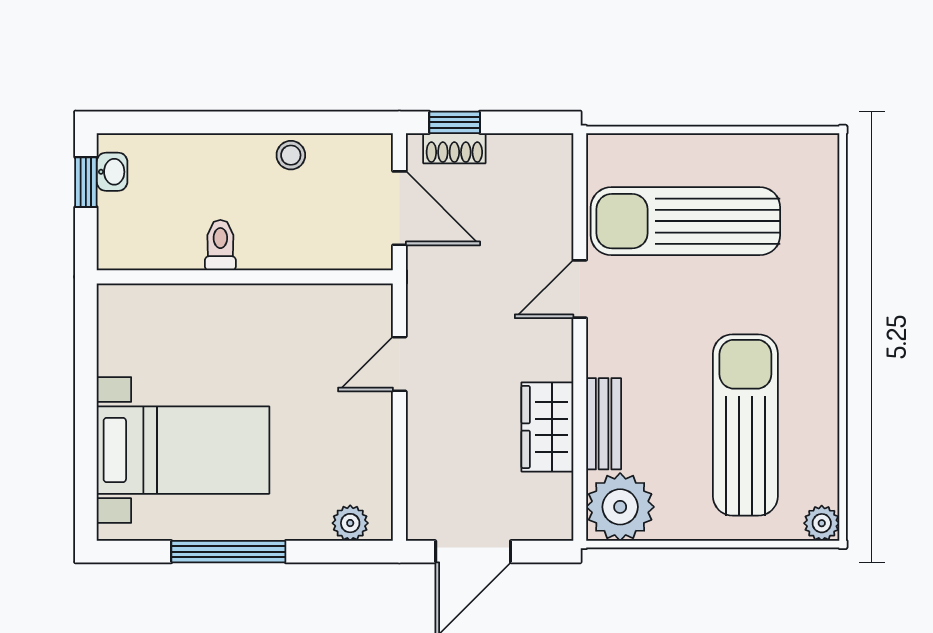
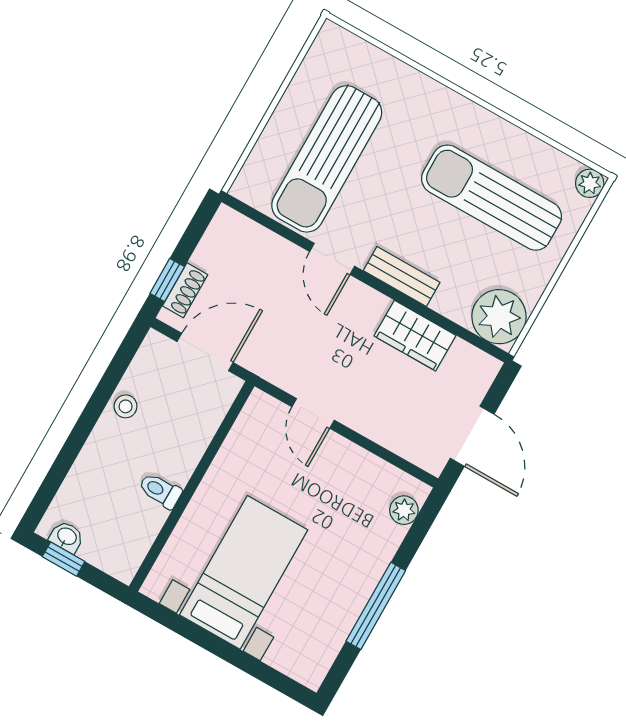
bench: (604, 424) -> (402, 276), moved
bed with nightstands: (183, 450) -> (244, 572), moved

